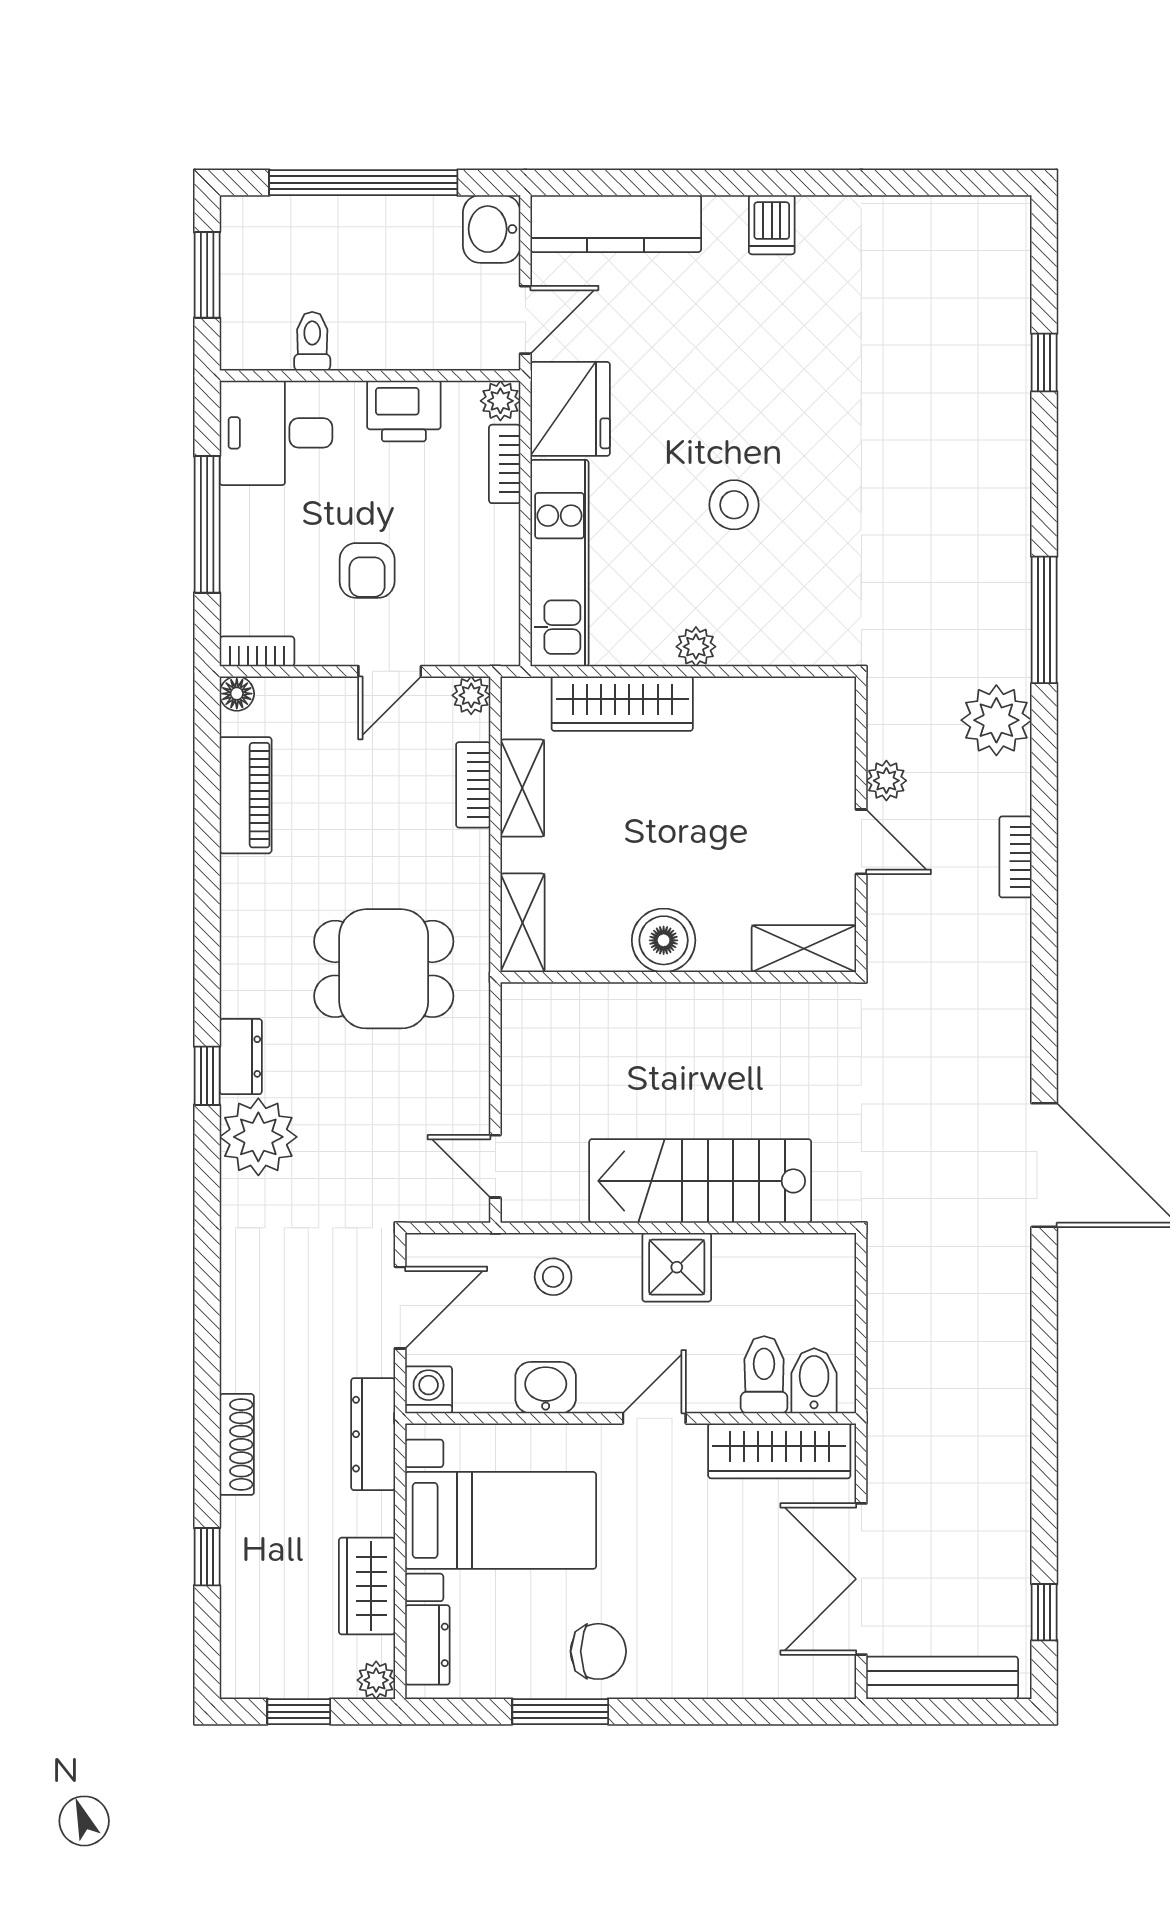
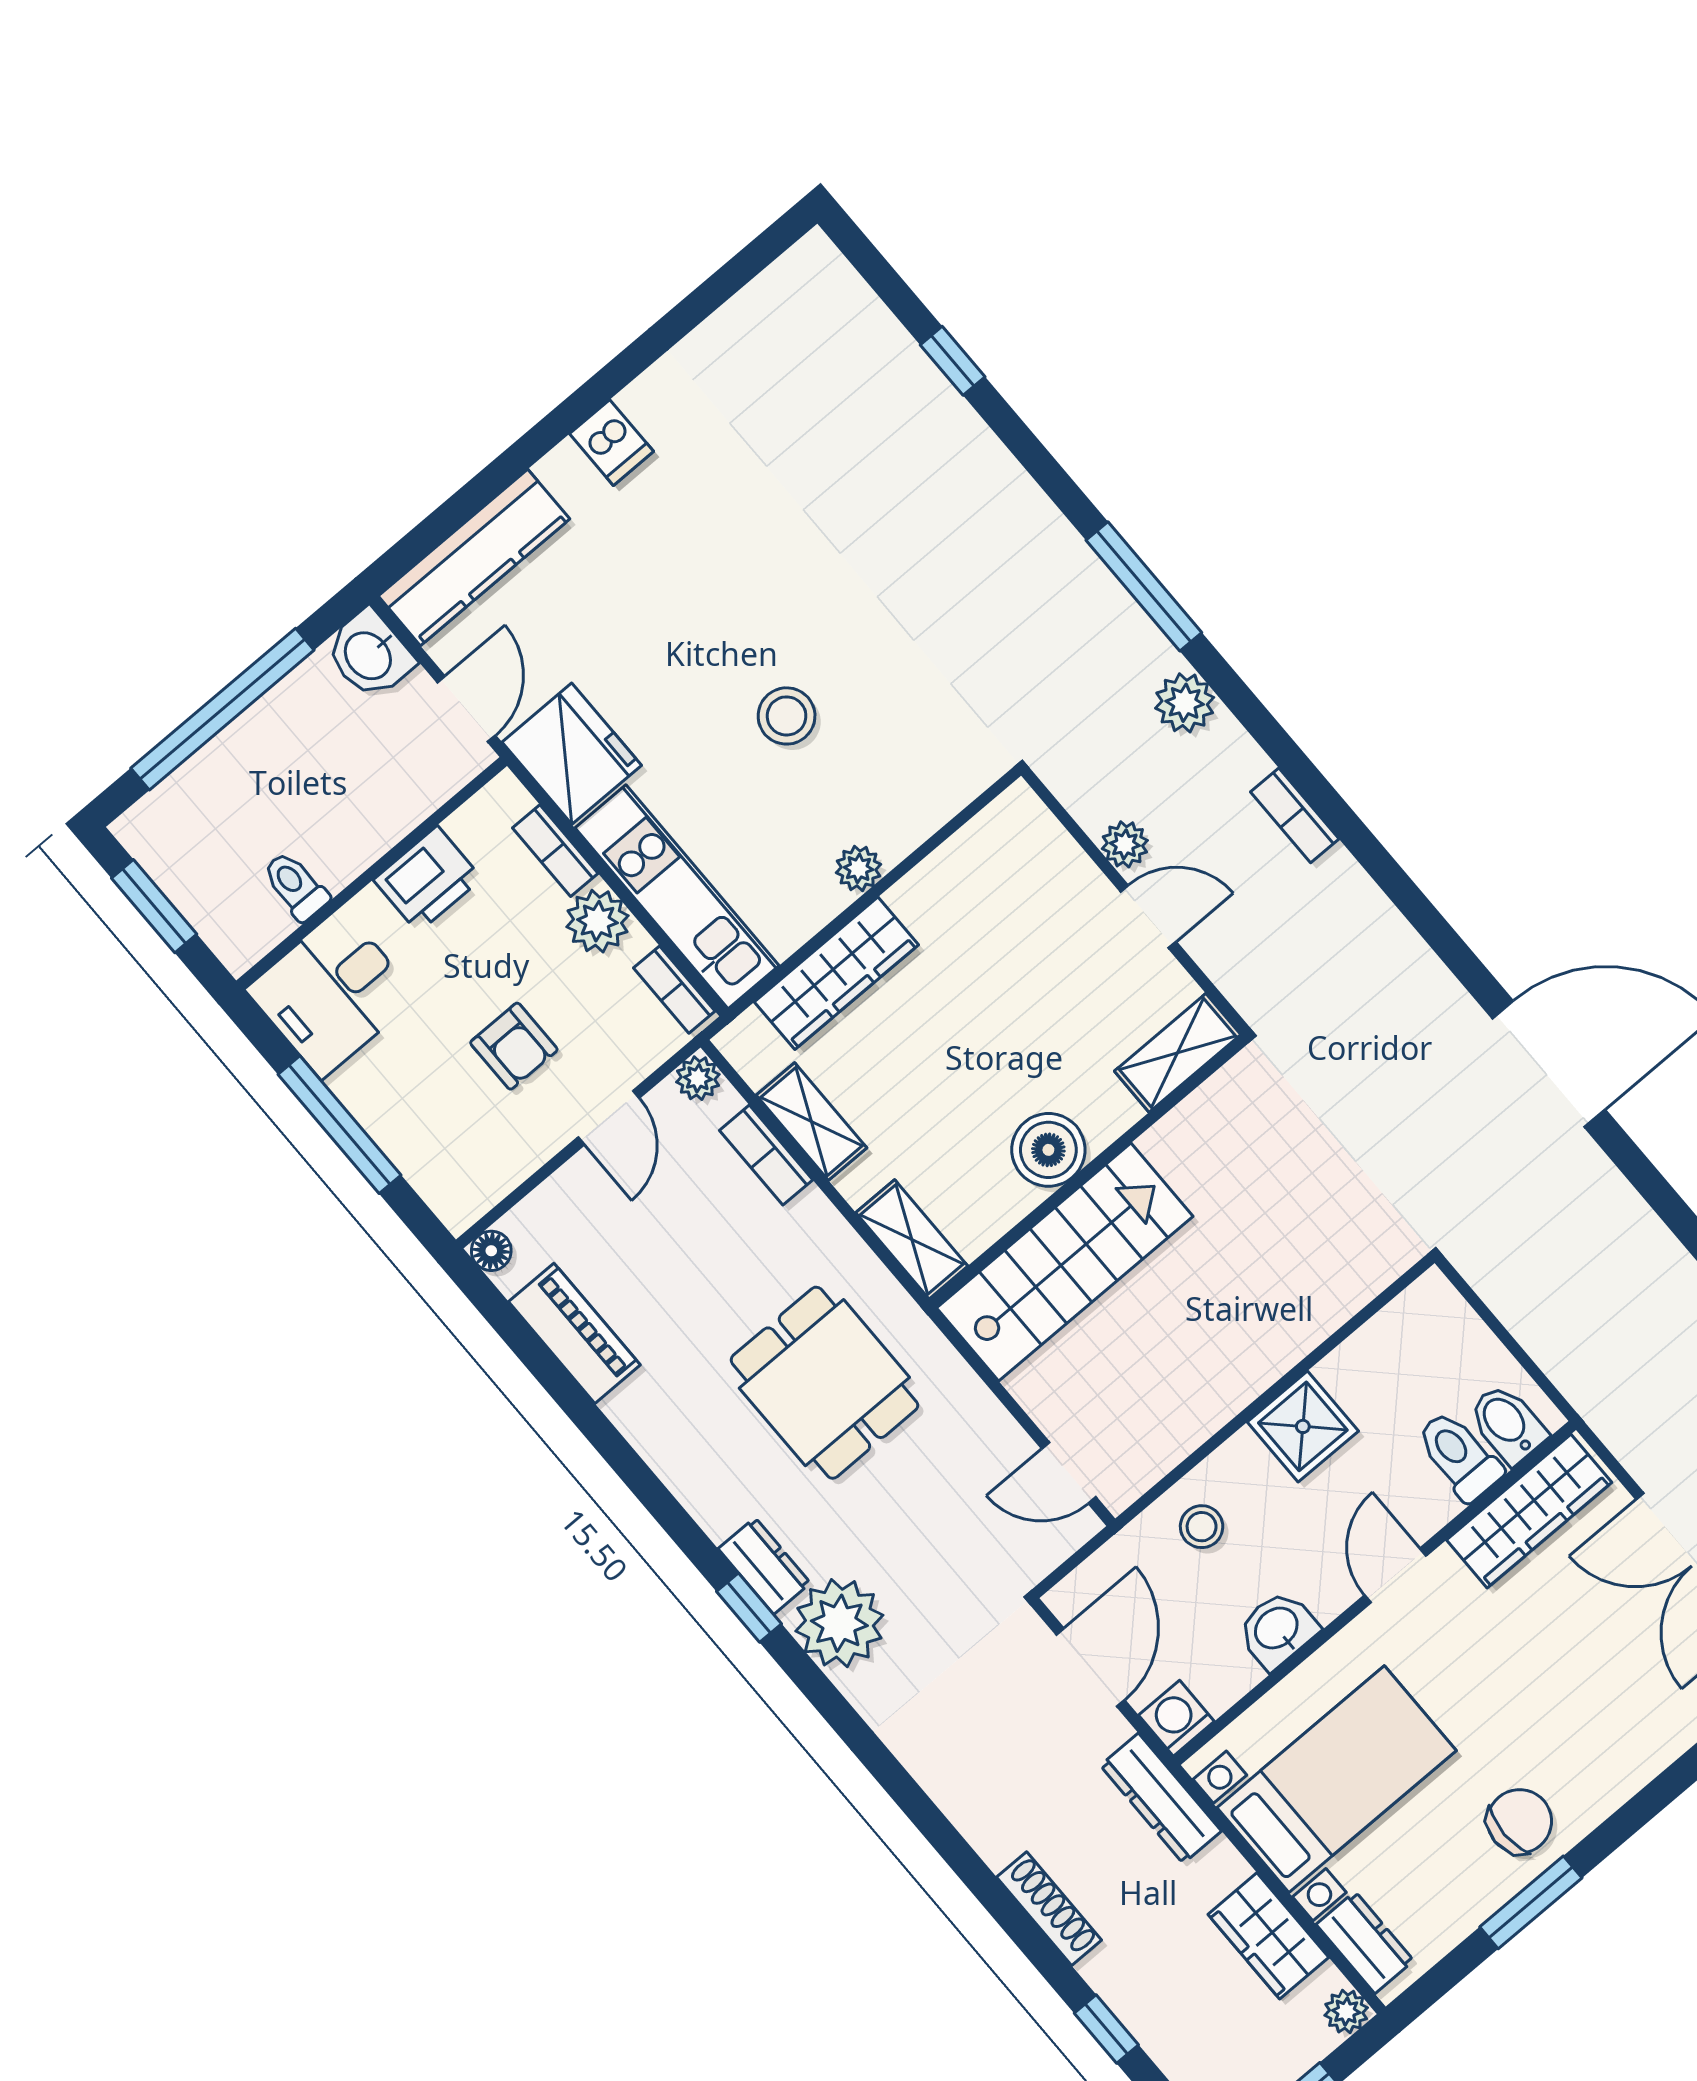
plant: (500, 401) -> (597, 921), moved, width x1.38, depth x1.38
bookcase: (257, 651) -> (674, 990), moved, turned -90
plant: (996, 720) -> (1185, 703), width x0.73, depth x0.73
dining table: (384, 969) -> (824, 1383), turned 90
stairs: (700, 1181) -> (1065, 1262), moved, turned 180

